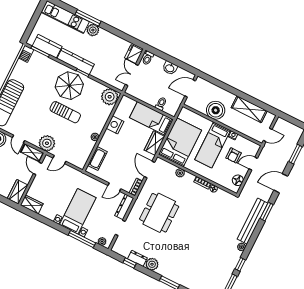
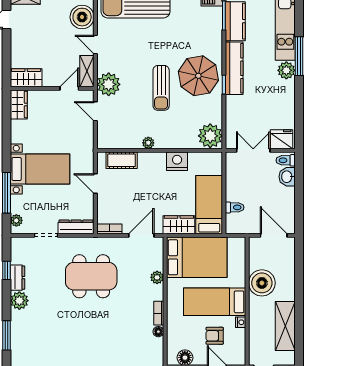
washbasin: (170, 68) -> (287, 177), moved
door: (18, 139) -> (95, 44), hinge flipped
door: (114, 187) -> (95, 184), moved

